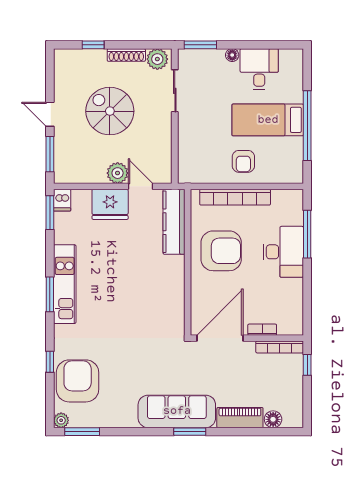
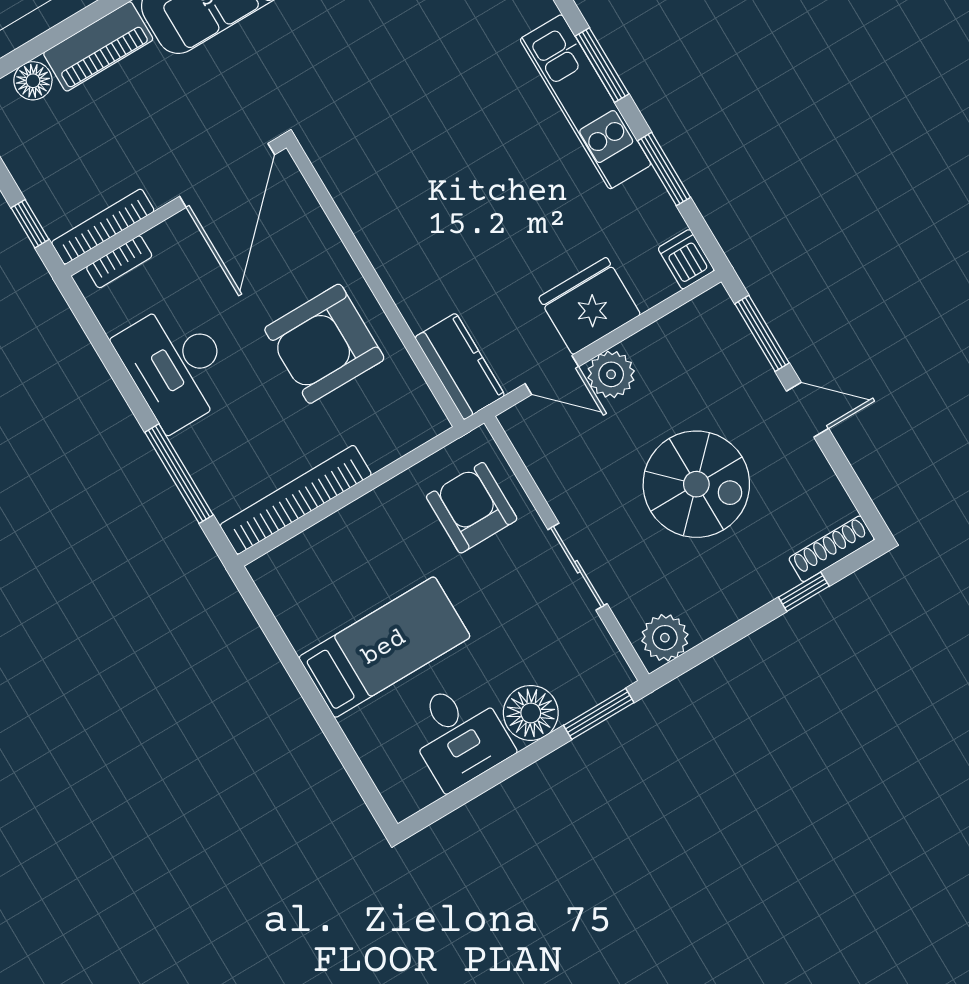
shoe rack: (126, 55) -> (832, 549), moved
floor lamp: (232, 55) -> (531, 713), width x1.89, depth x1.89
sliding door: (175, 91) -> (577, 567), moved
window: (307, 126) -> (303, 681), removed
armchair: (243, 161) -> (472, 508), moved, width x1.38, depth x1.38
bookcase: (235, 197) -> (296, 500), moved
window: (50, 213) -> (664, 169), moved
kitchen counter: (174, 222) -> (460, 366), width x0.67
desk: (283, 252) -> (176, 365), moved
bookcase: (262, 330) -> (119, 262), moved

